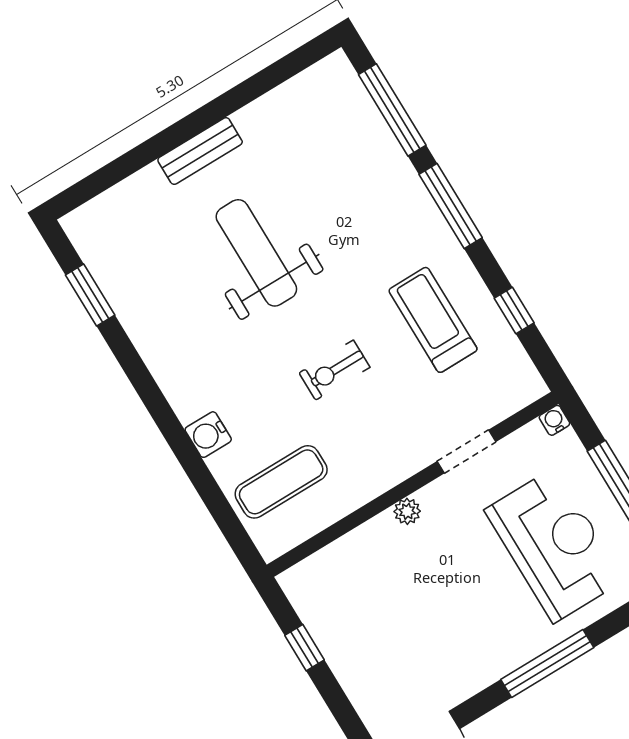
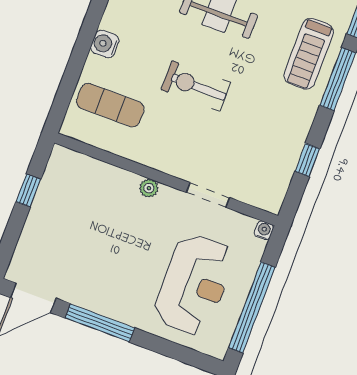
treadmill: (433, 320) -> (309, 54), moved, turned 180
exercise bike: (334, 370) -> (196, 86), width x1.38, depth x1.39
window: (547, 664) -> (100, 323), moved

